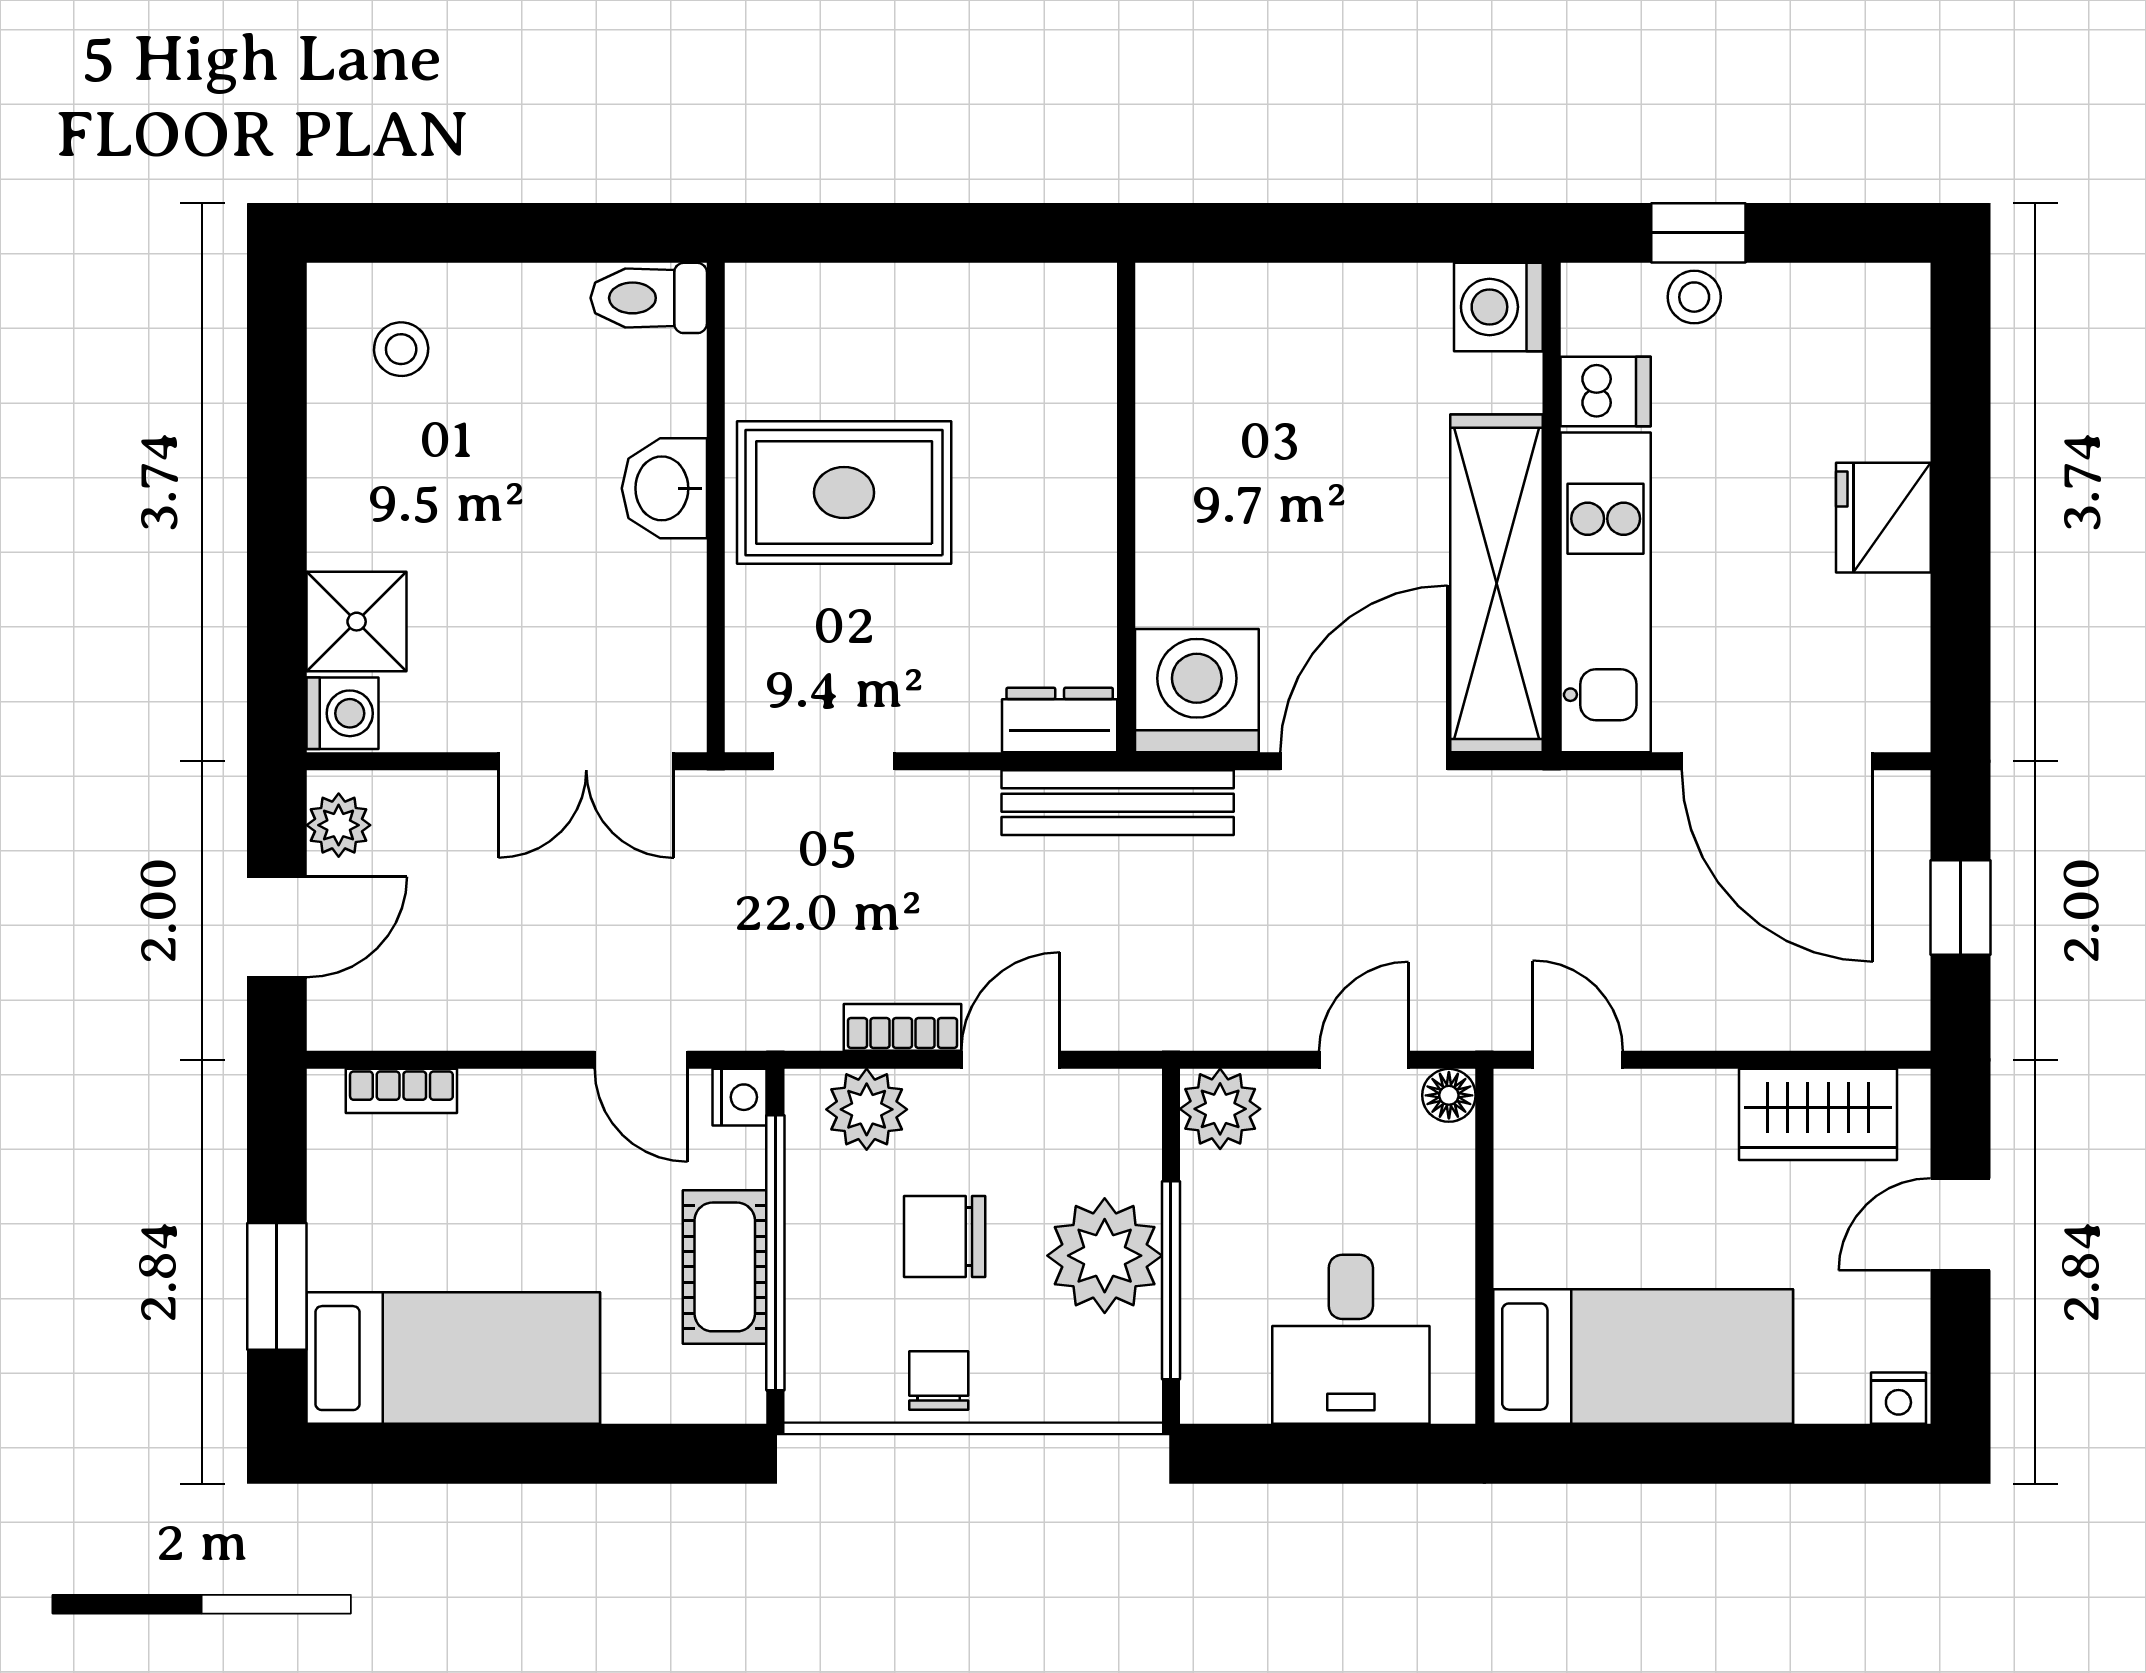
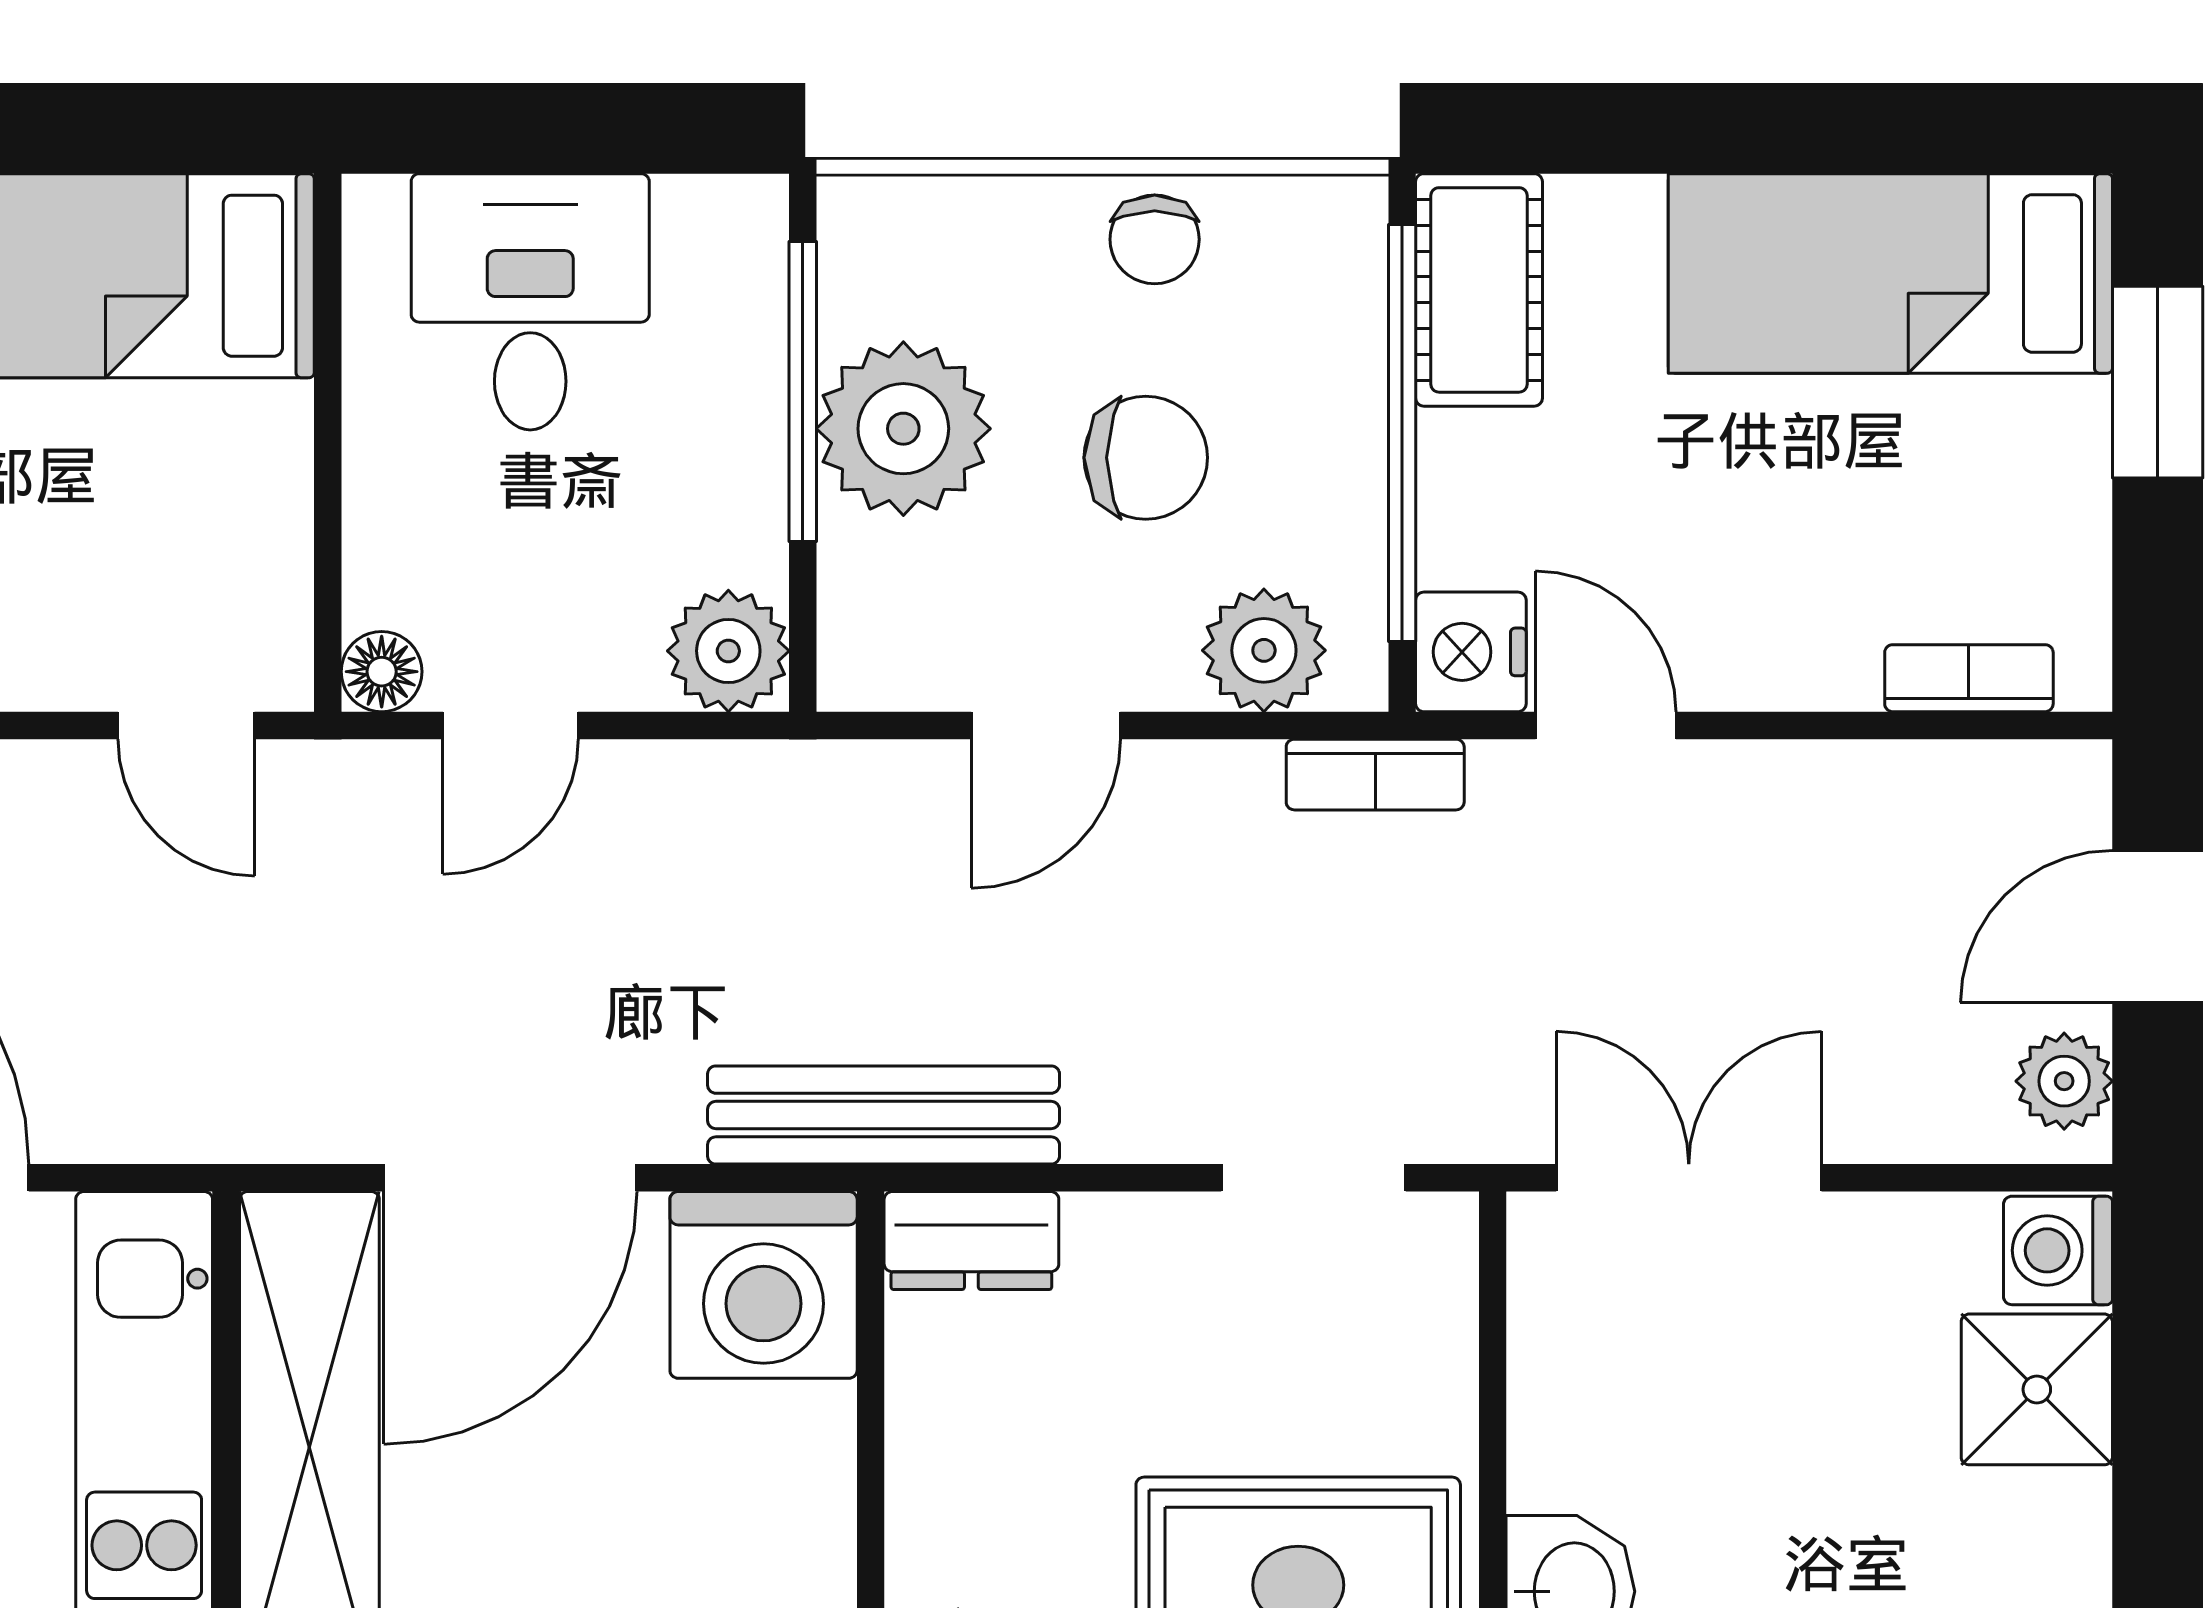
bookcase: (902, 1027) -> (1375, 775), moved
nightstand: (740, 1097) -> (1471, 652), width x1.39, depth x1.35
cot: (725, 1267) -> (1479, 290), moved

